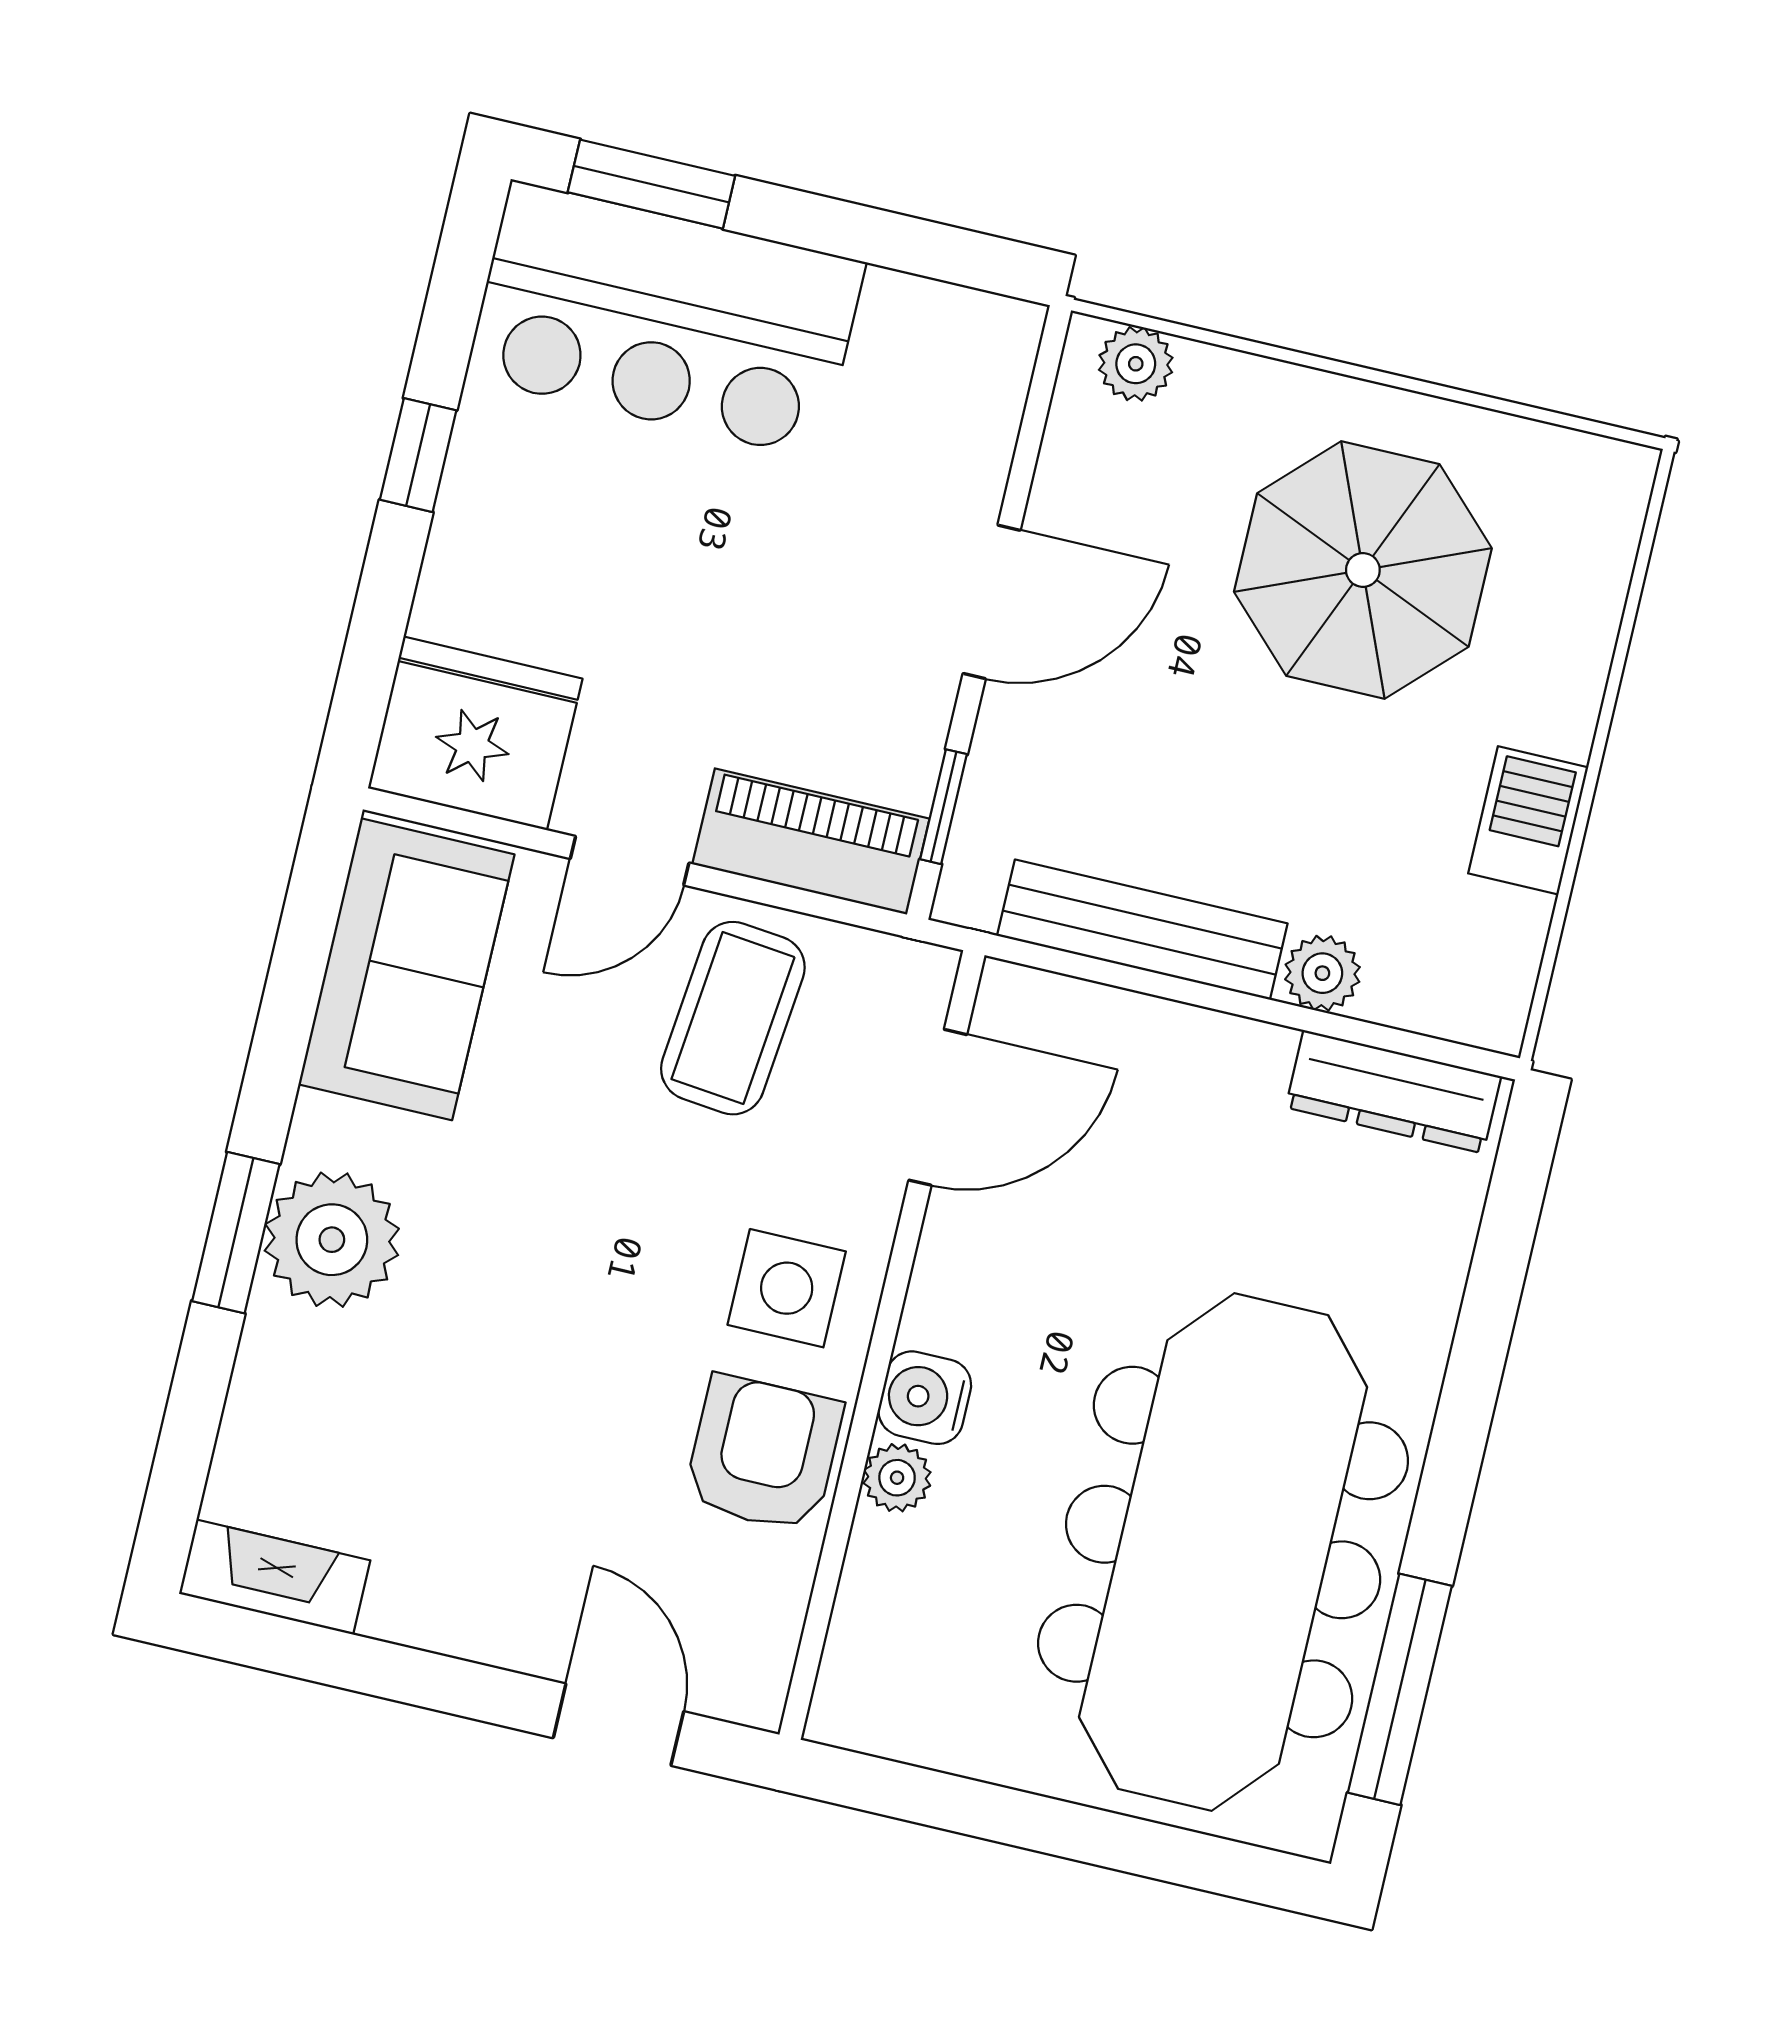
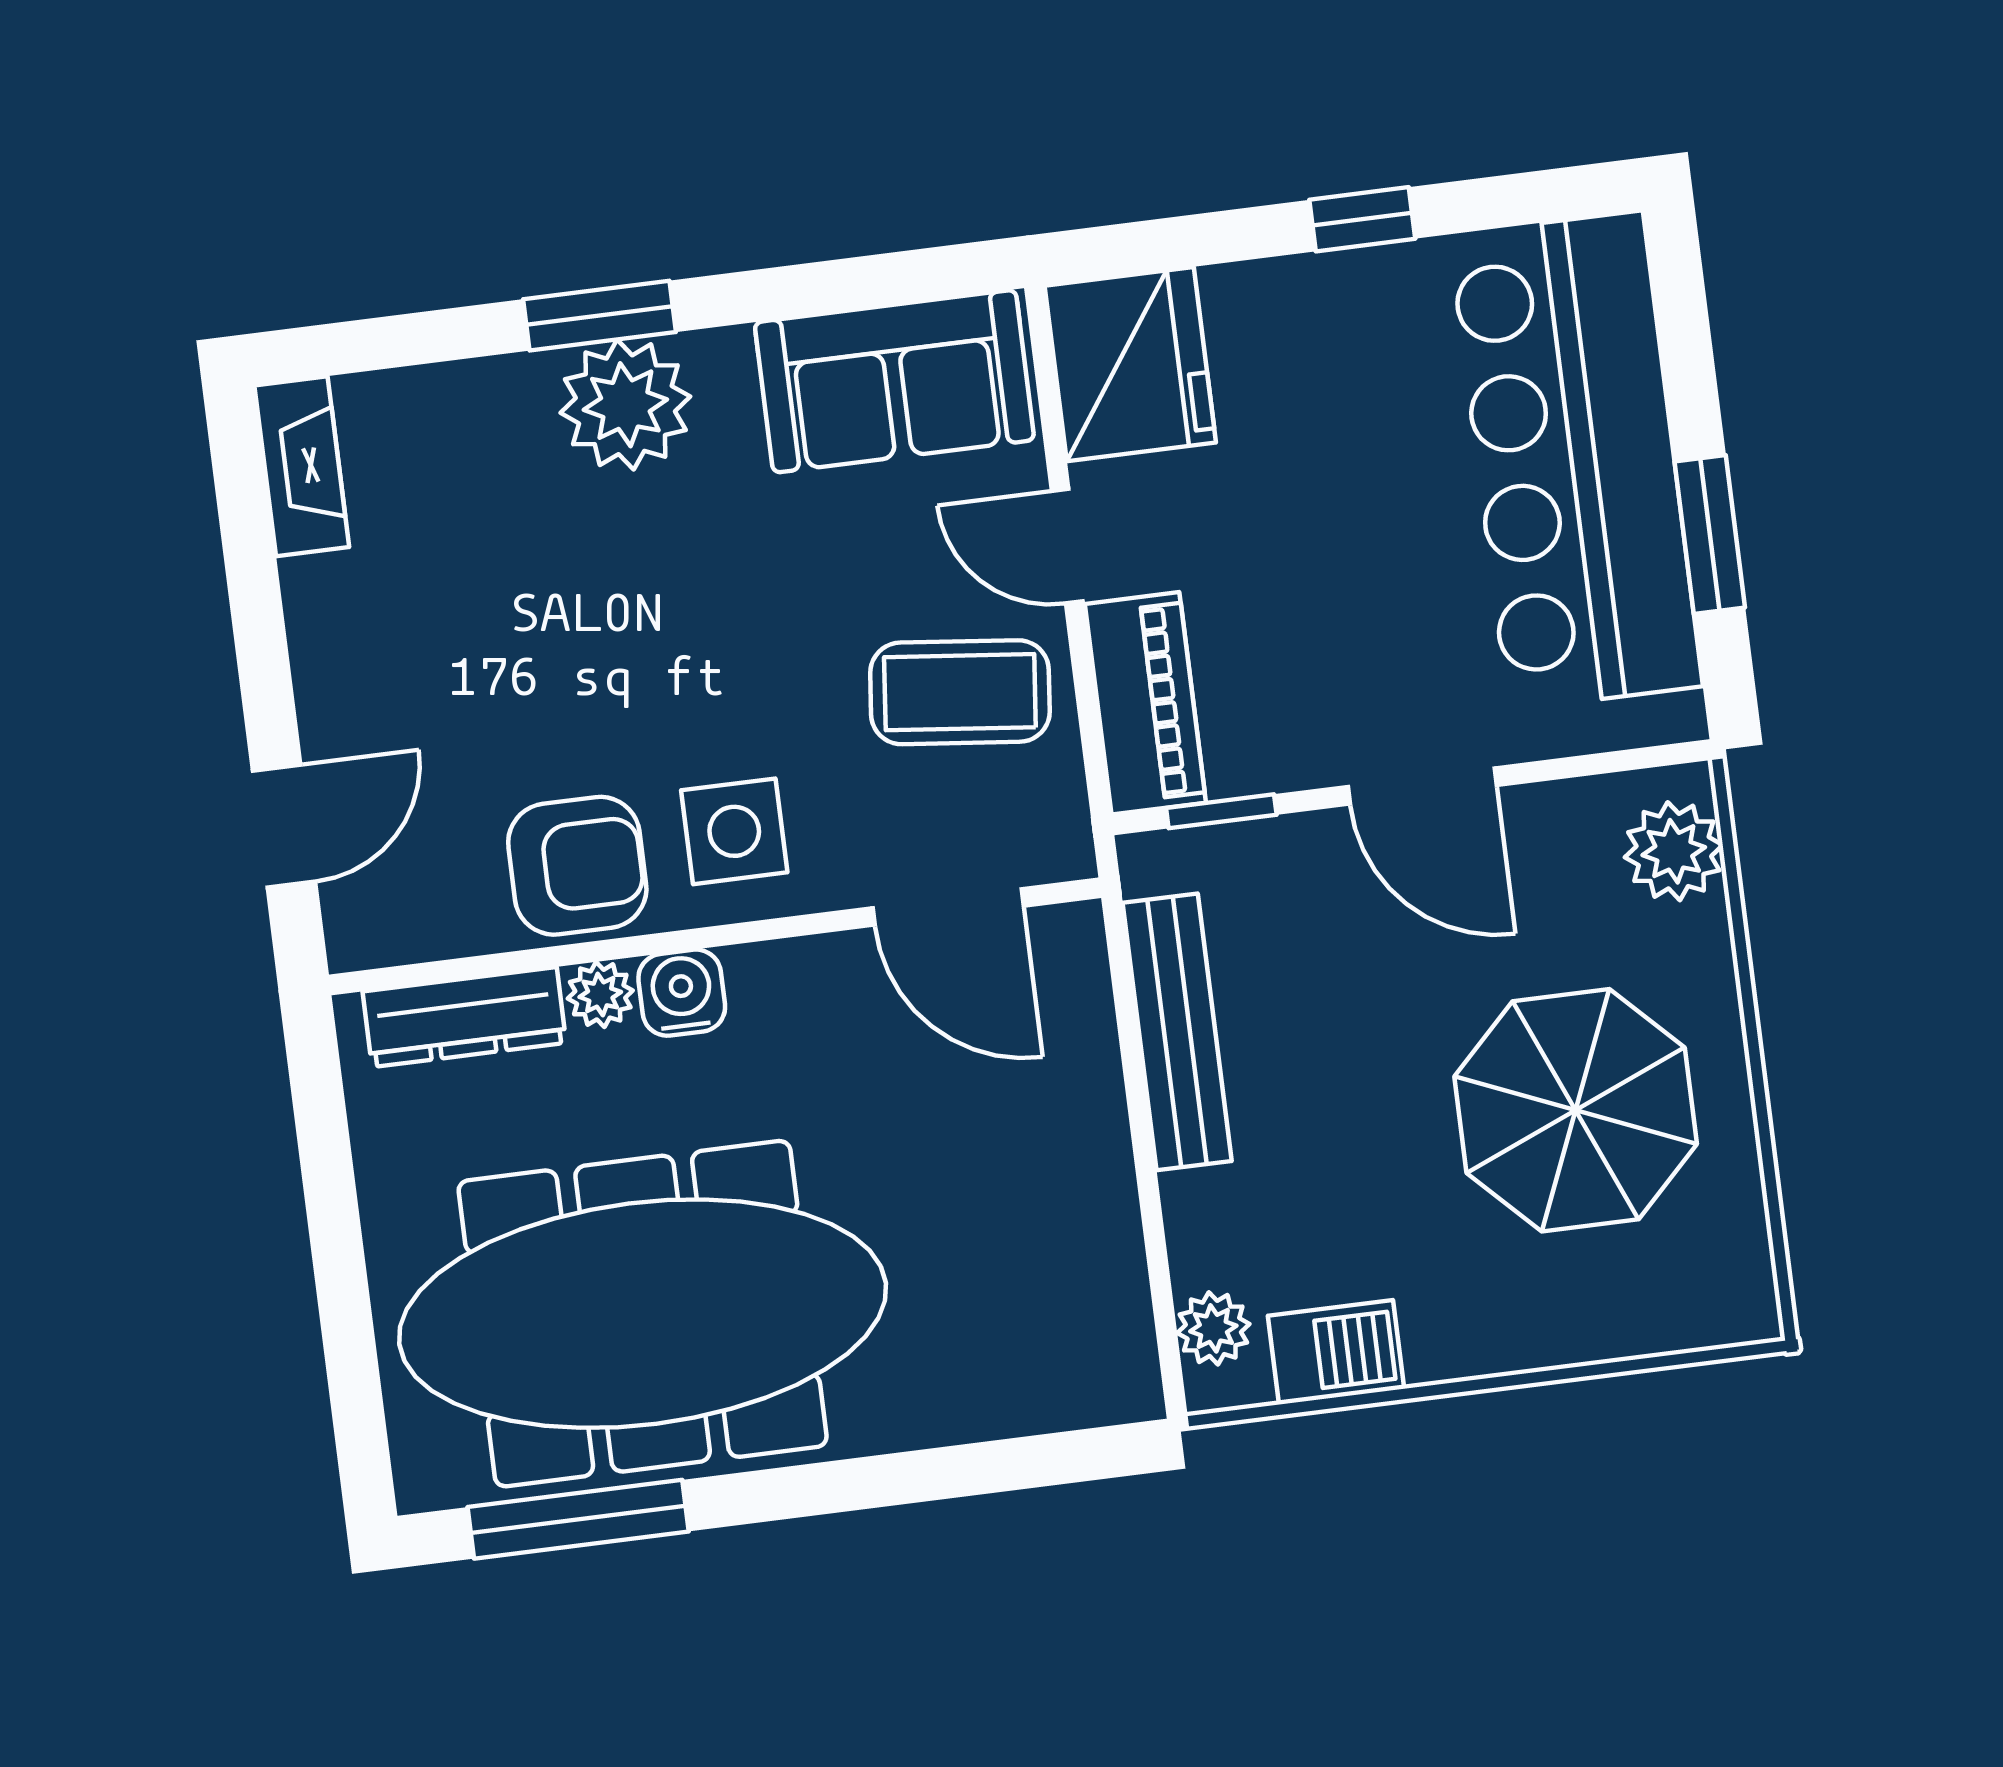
window: (651, 184) -> (1710, 535), moved
bar counter: (666, 319) -> (1576, 461), width x1.36
plant: (1136, 364) -> (1674, 851), width x1.38, depth x1.38
barbecue: (1528, 820) -> (1336, 1352), moved
plant: (1322, 973) -> (1213, 1328), moved
dresser: (1393, 1092) -> (464, 1017), moved, turned -90

